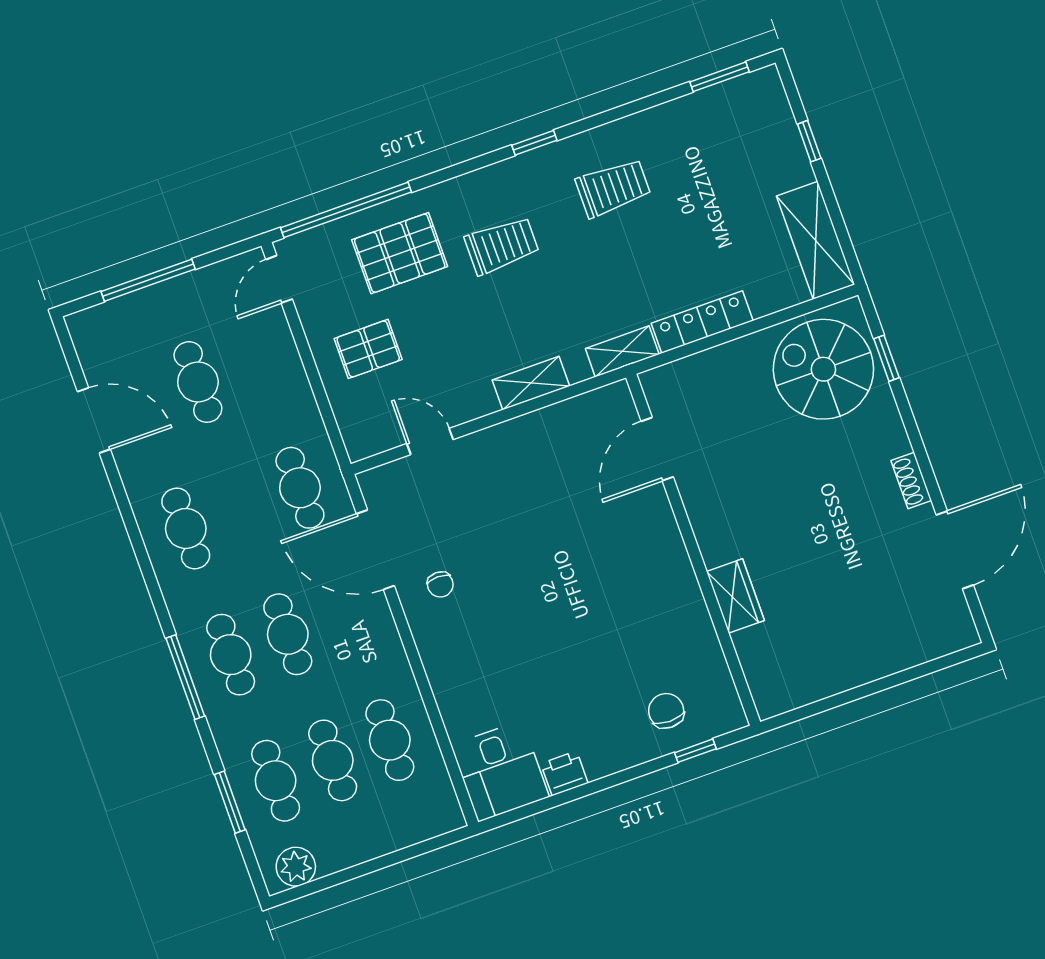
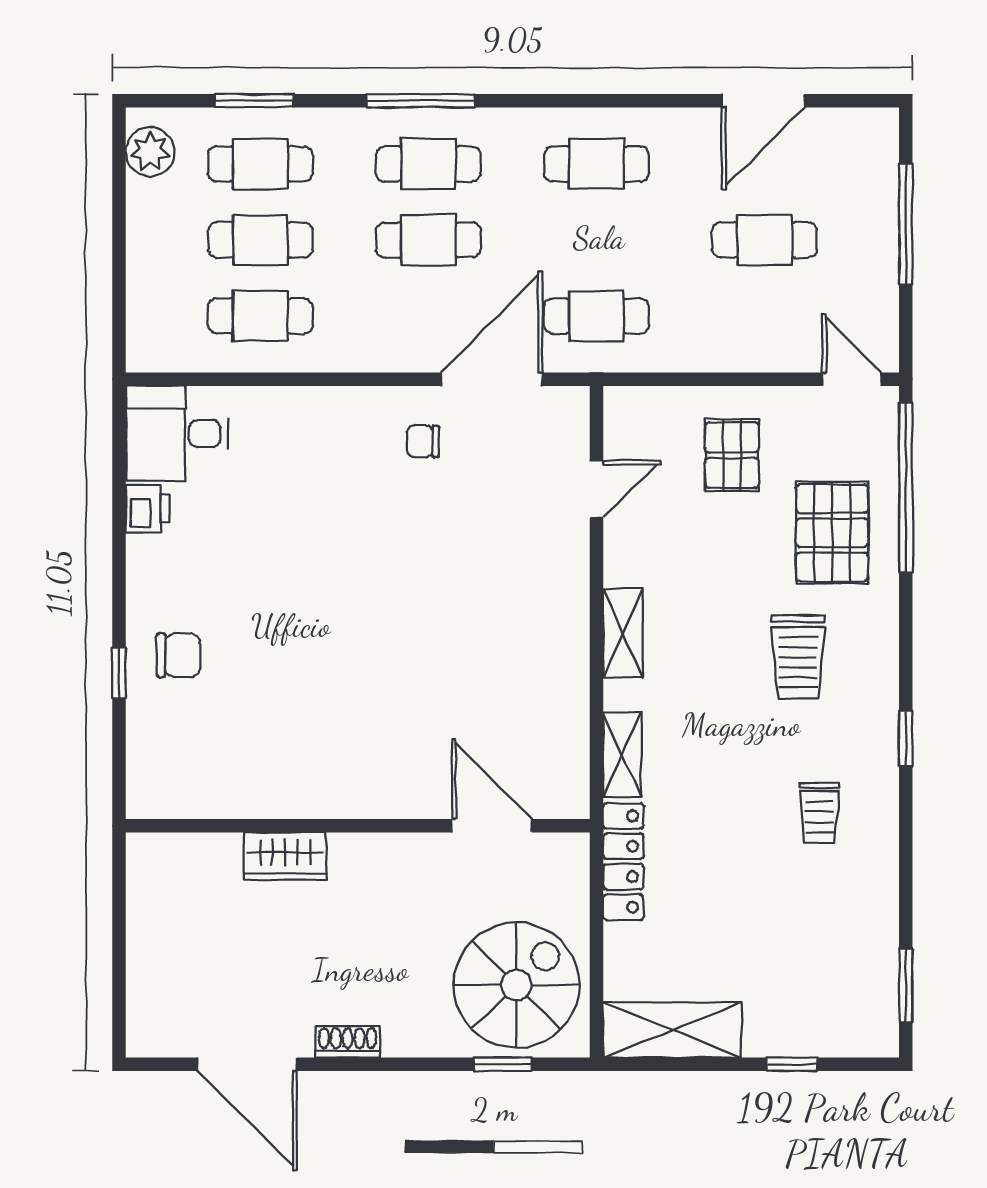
trolley: (613, 188) -> (819, 813), width x0.73, depth x0.72
door: (657, 449) -> (492, 826), moved
wall: (693, 550) -> (358, 826), moved
wardrobe: (735, 596) -> (285, 856), moved

